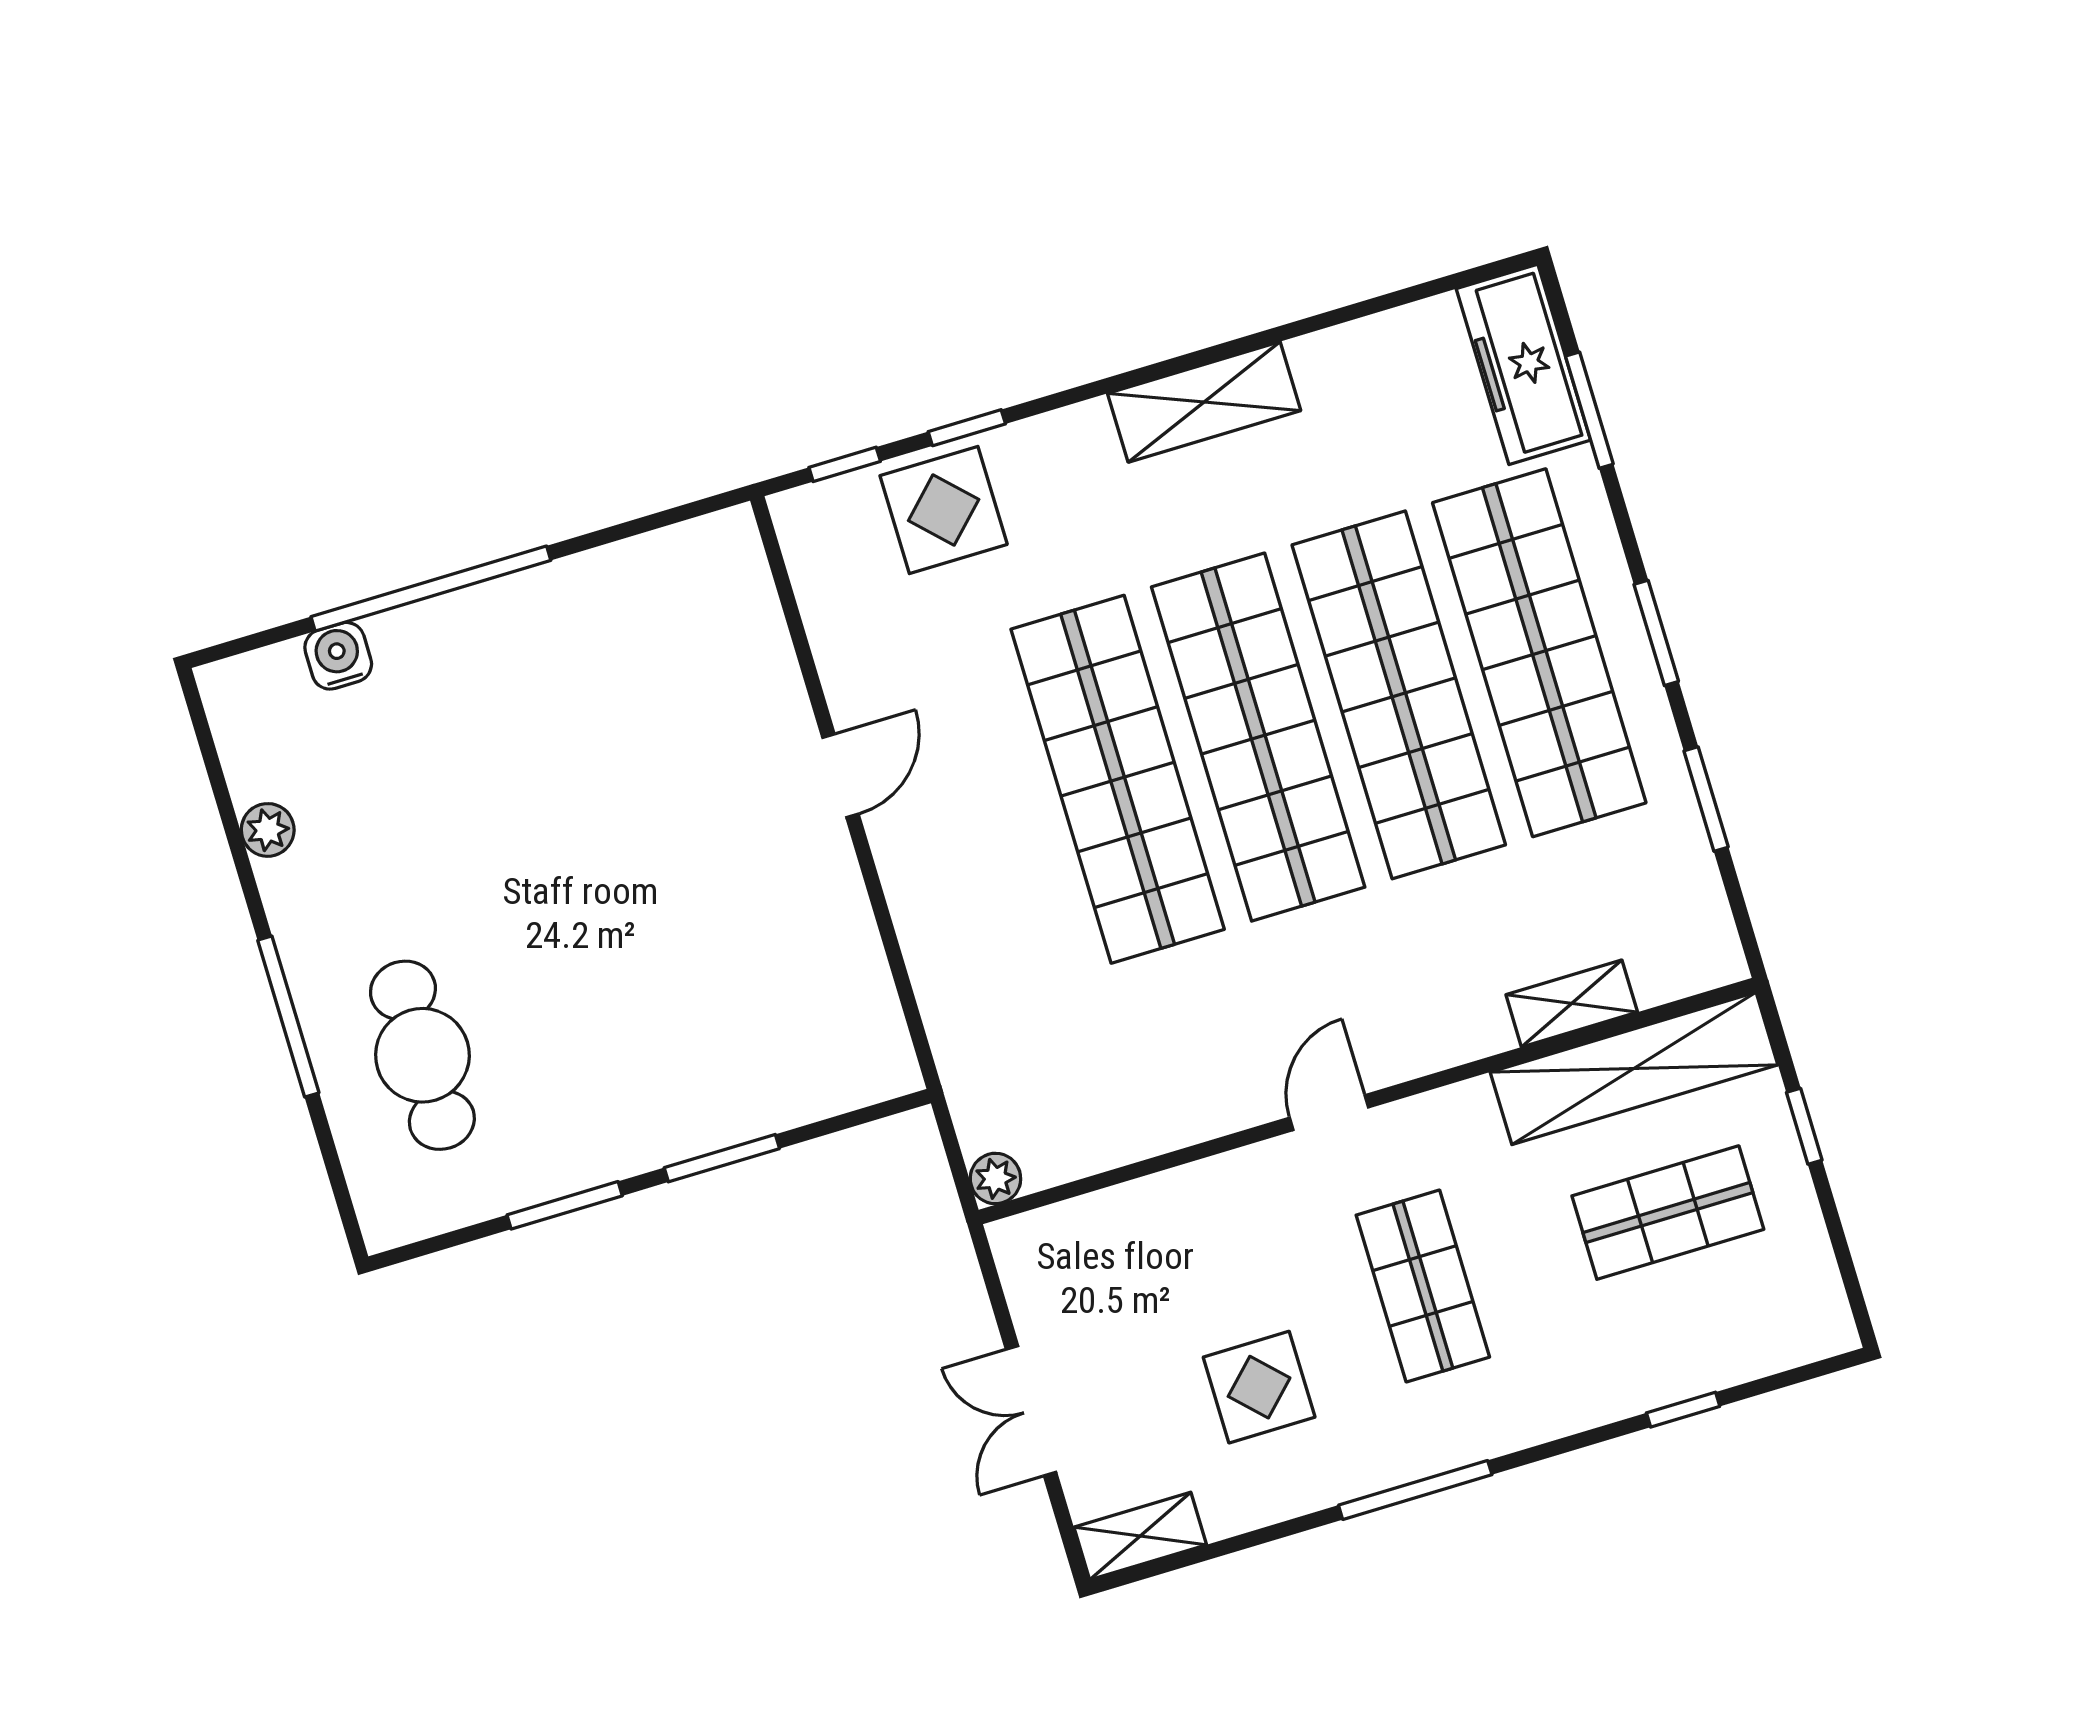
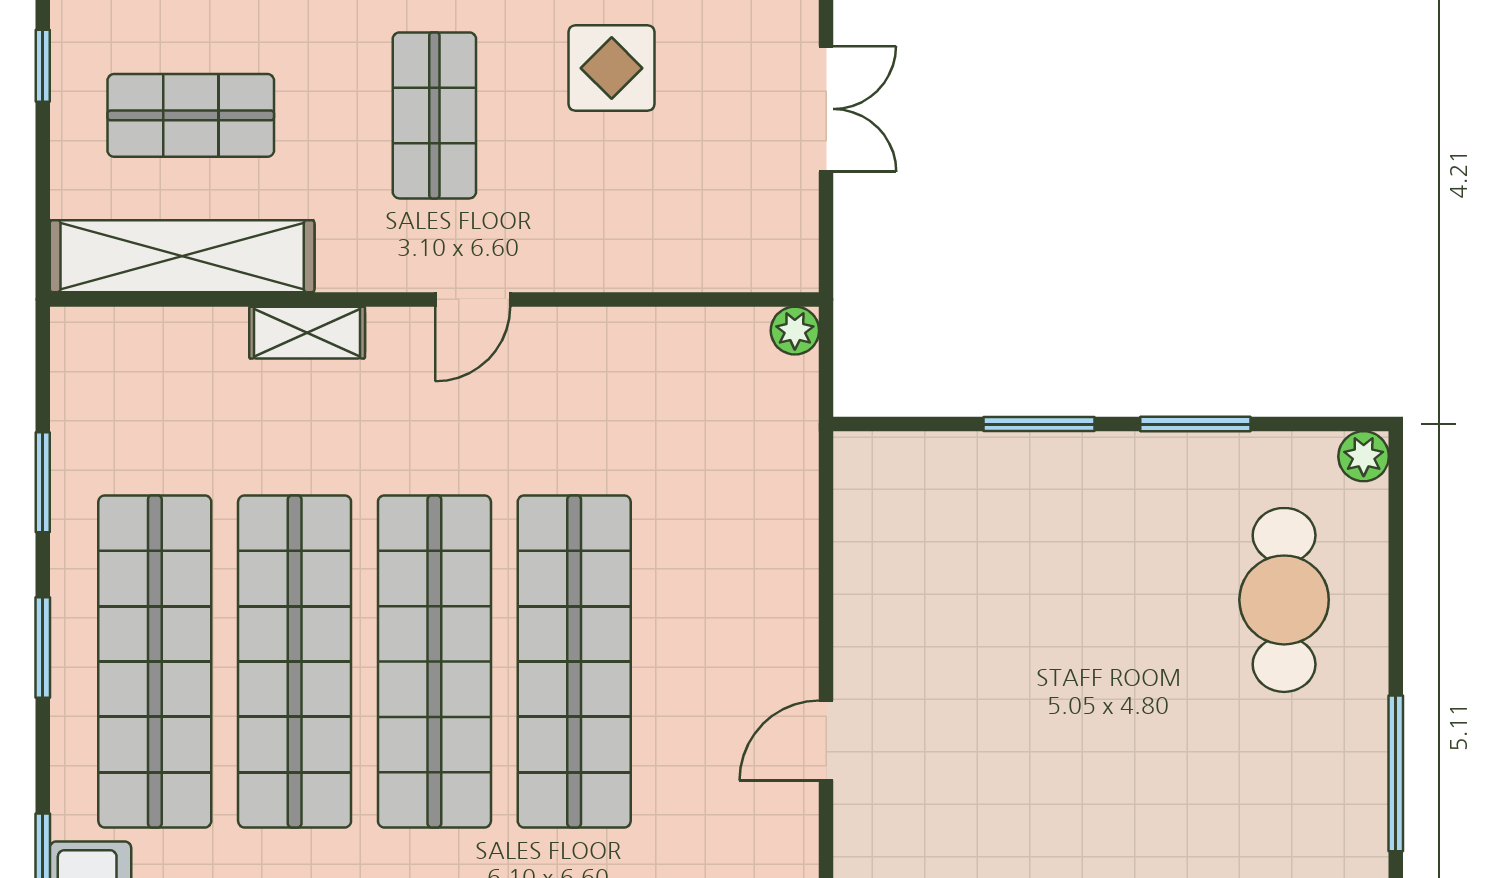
plant: (268, 830) -> (1364, 456), moved
shelving: (1572, 1003) -> (307, 333), moved
window: (288, 1017) -> (1396, 773), moved
window: (1804, 1126) -> (43, 66), moved

